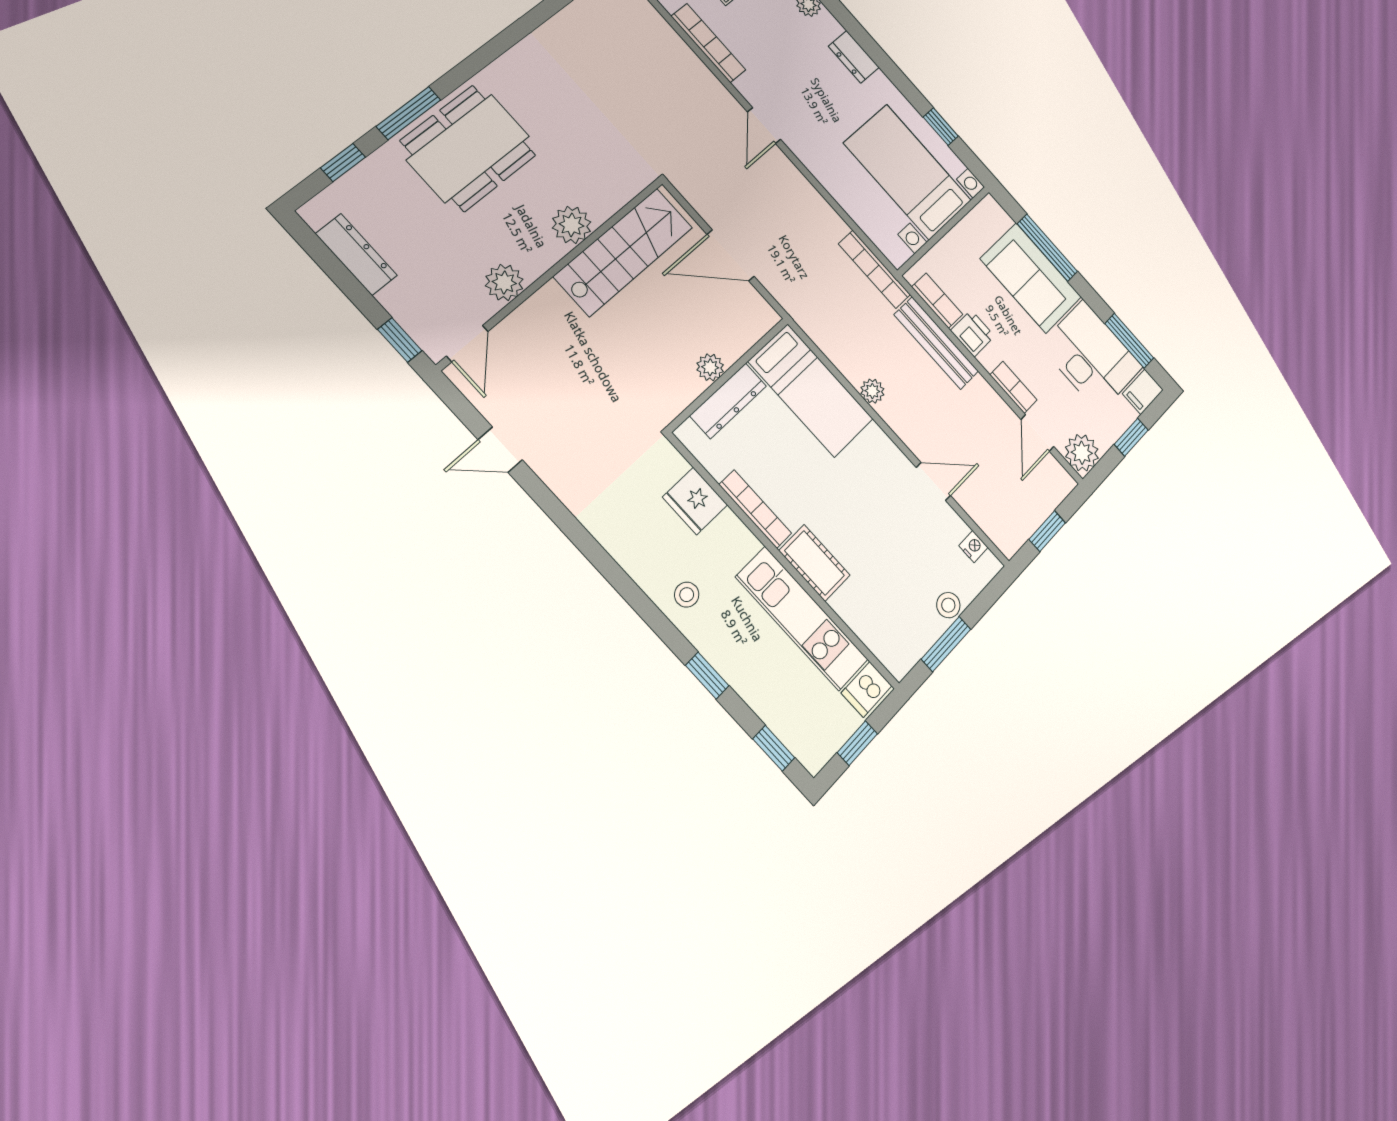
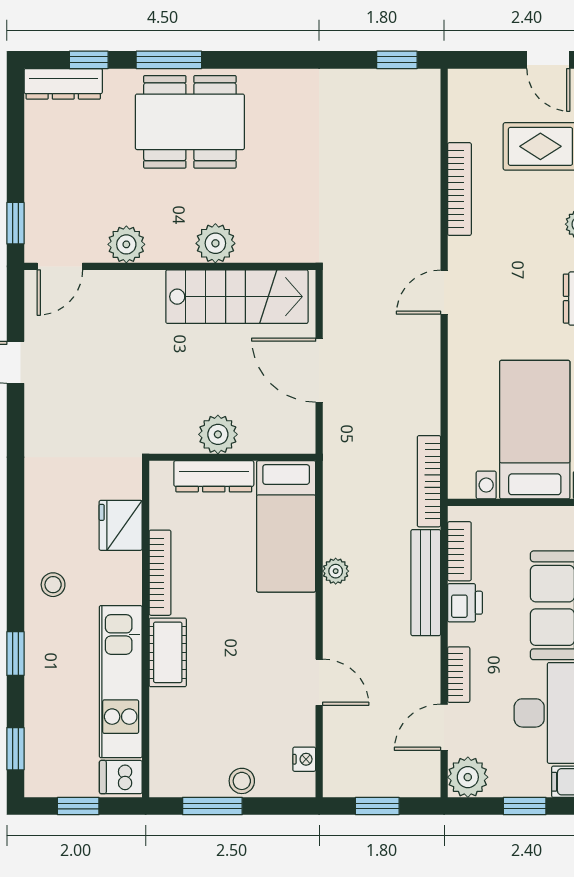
dresser: (356, 255) -> (63, 84), moved, turned 90
plant: (710, 367) -> (218, 434), width x1.38, depth x1.38

